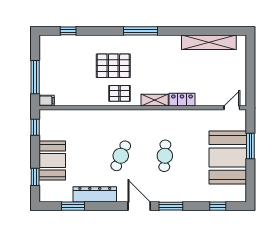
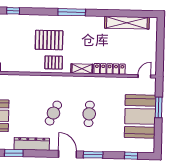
locker: (182, 100) -> (110, 69), width x1.53

